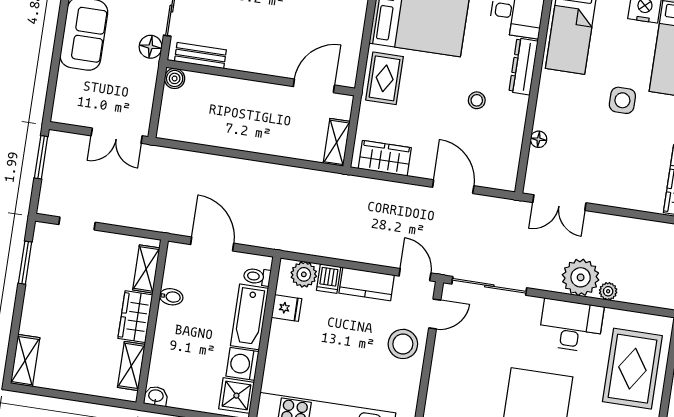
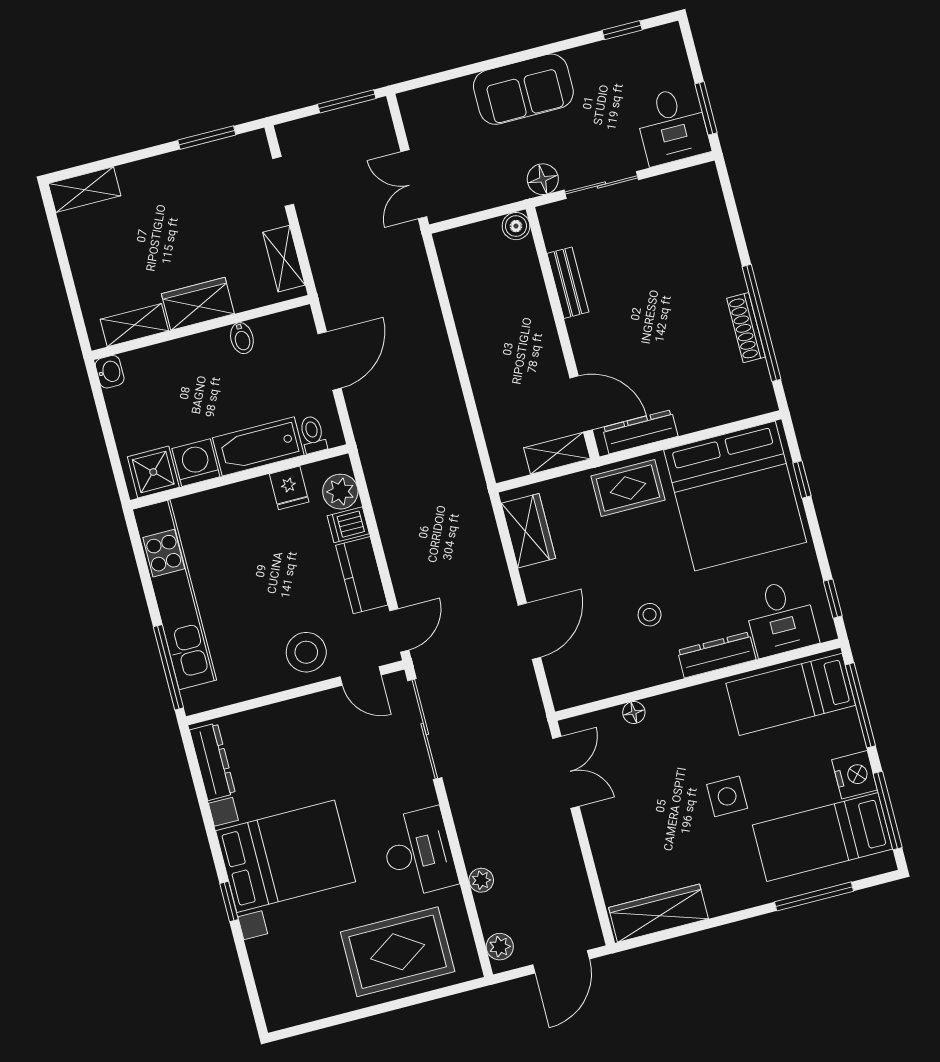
dresser: (350, 54) -> (640, 432), added
bench: (200, 56) -> (568, 283), moved
shelving: (337, 142) -> (557, 453), moved
double door: (559, 203) -> (566, 772), swing flipped
shelving: (146, 269) -> (284, 259), moved, turned 90
plant: (581, 277) -> (500, 947), moved, width x0.53, depth x0.53

